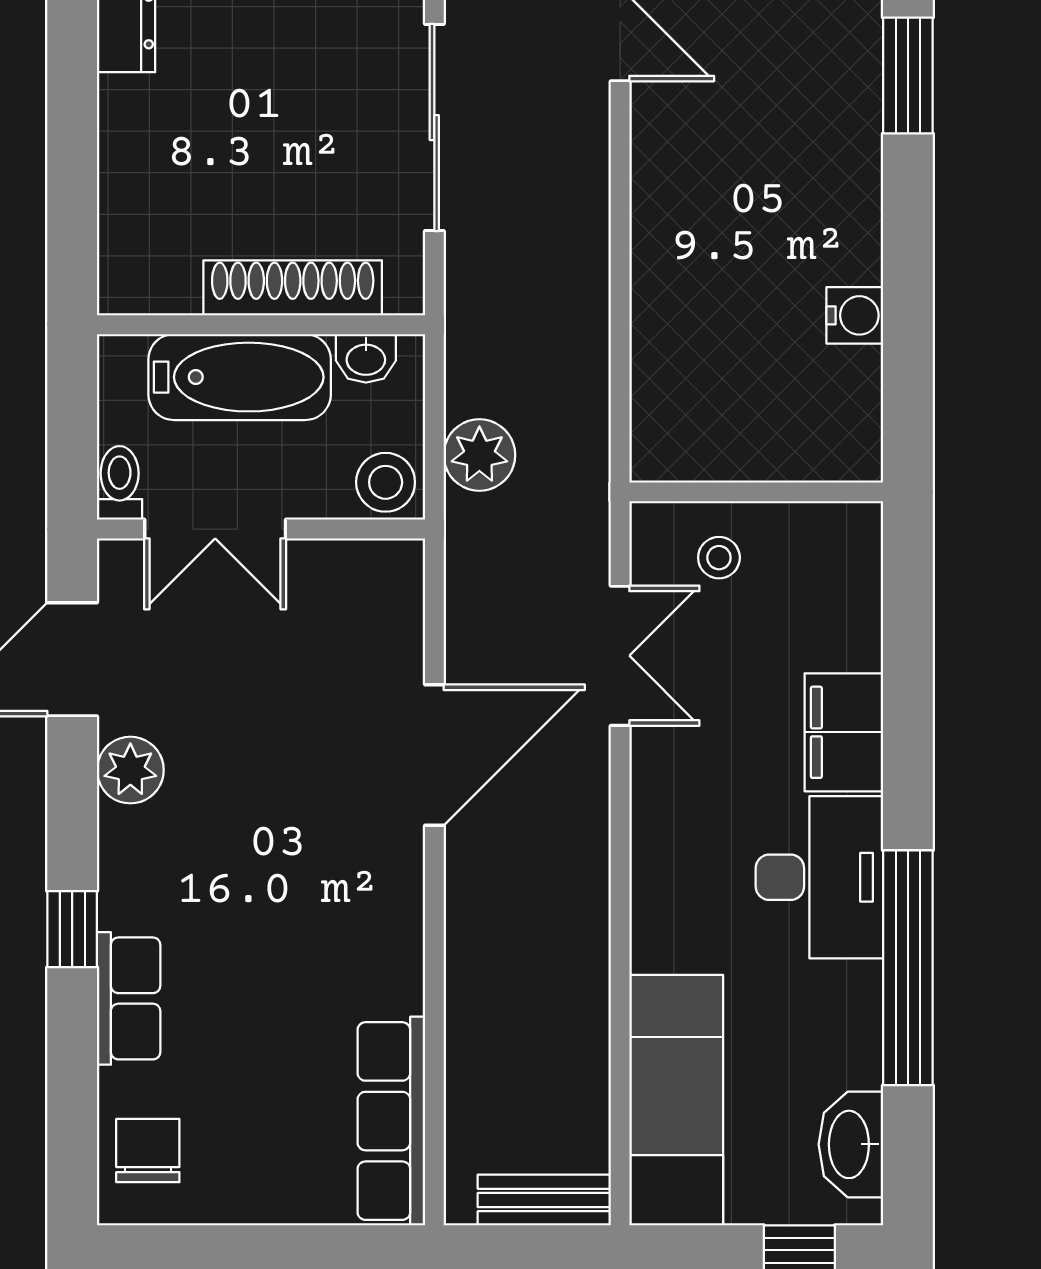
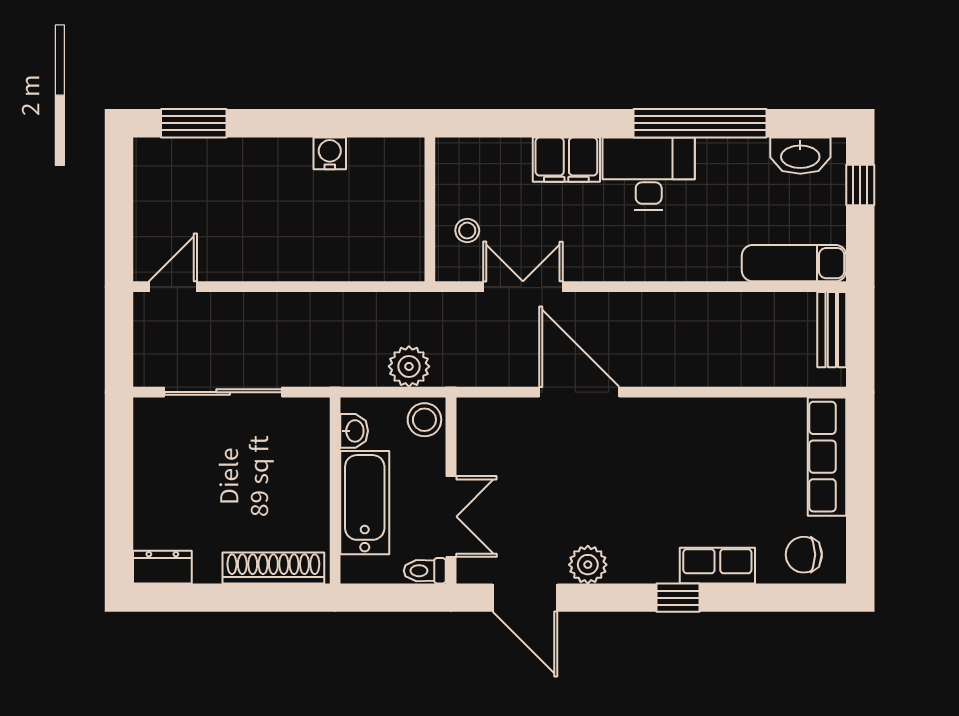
shoe rack: (293, 288) -> (273, 568), moved, turned 90
exam couch: (676, 1100) -> (794, 263), width x0.73, depth x0.69
row of seats: (391, 1121) -> (827, 457), moved, turned 90

